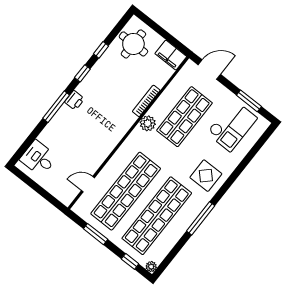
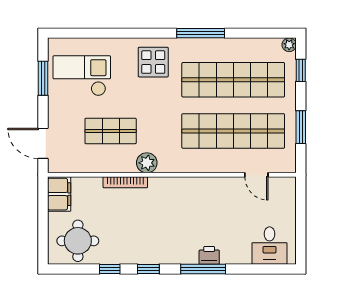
printer: (75, 100) -> (209, 255), moved
shop shelf: (184, 117) -> (111, 131), width x0.70, depth x0.74

